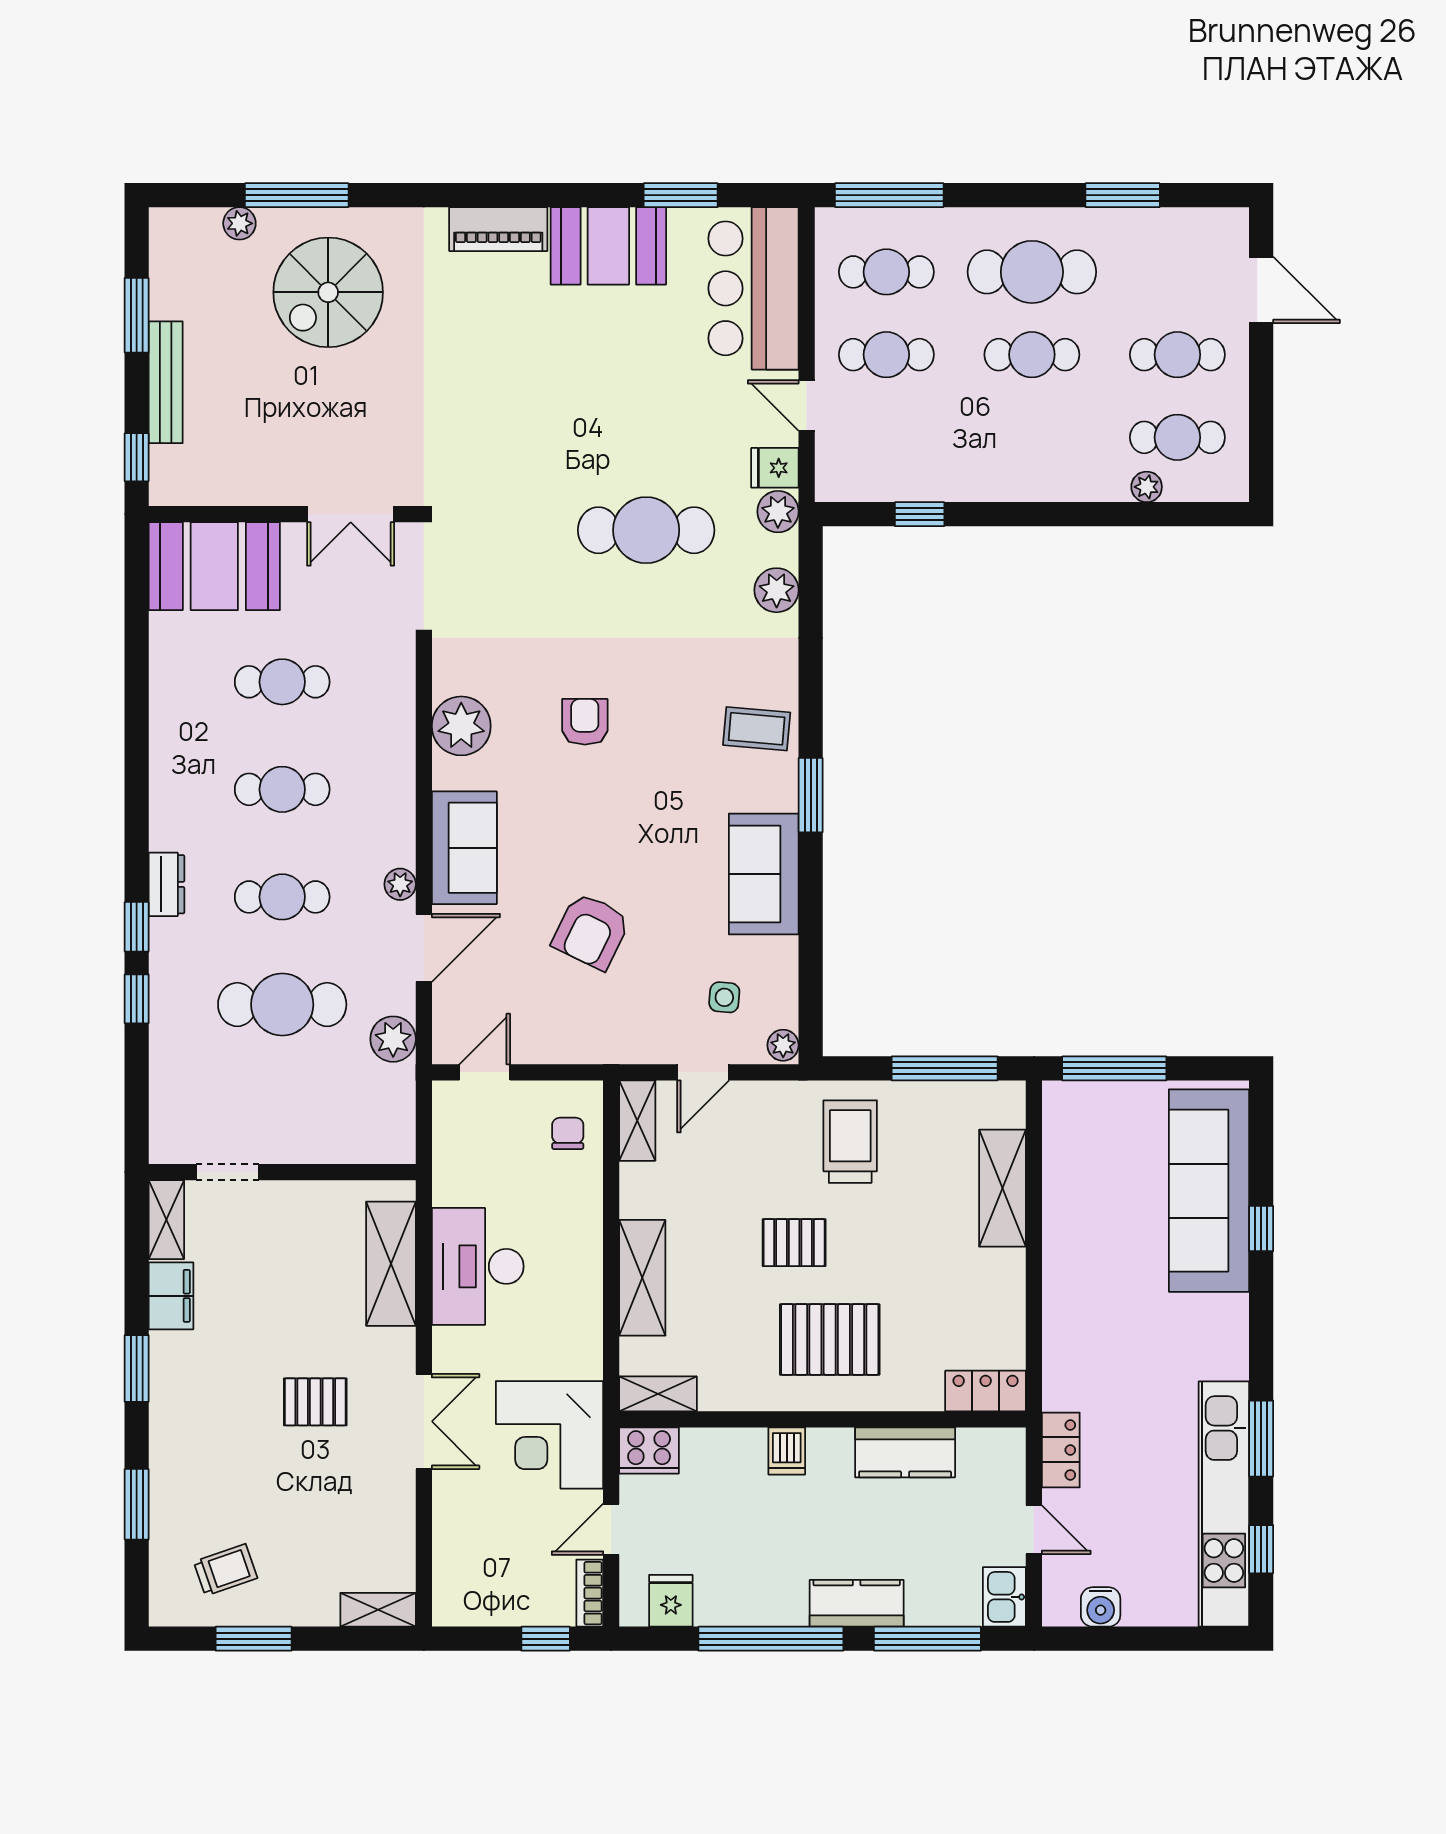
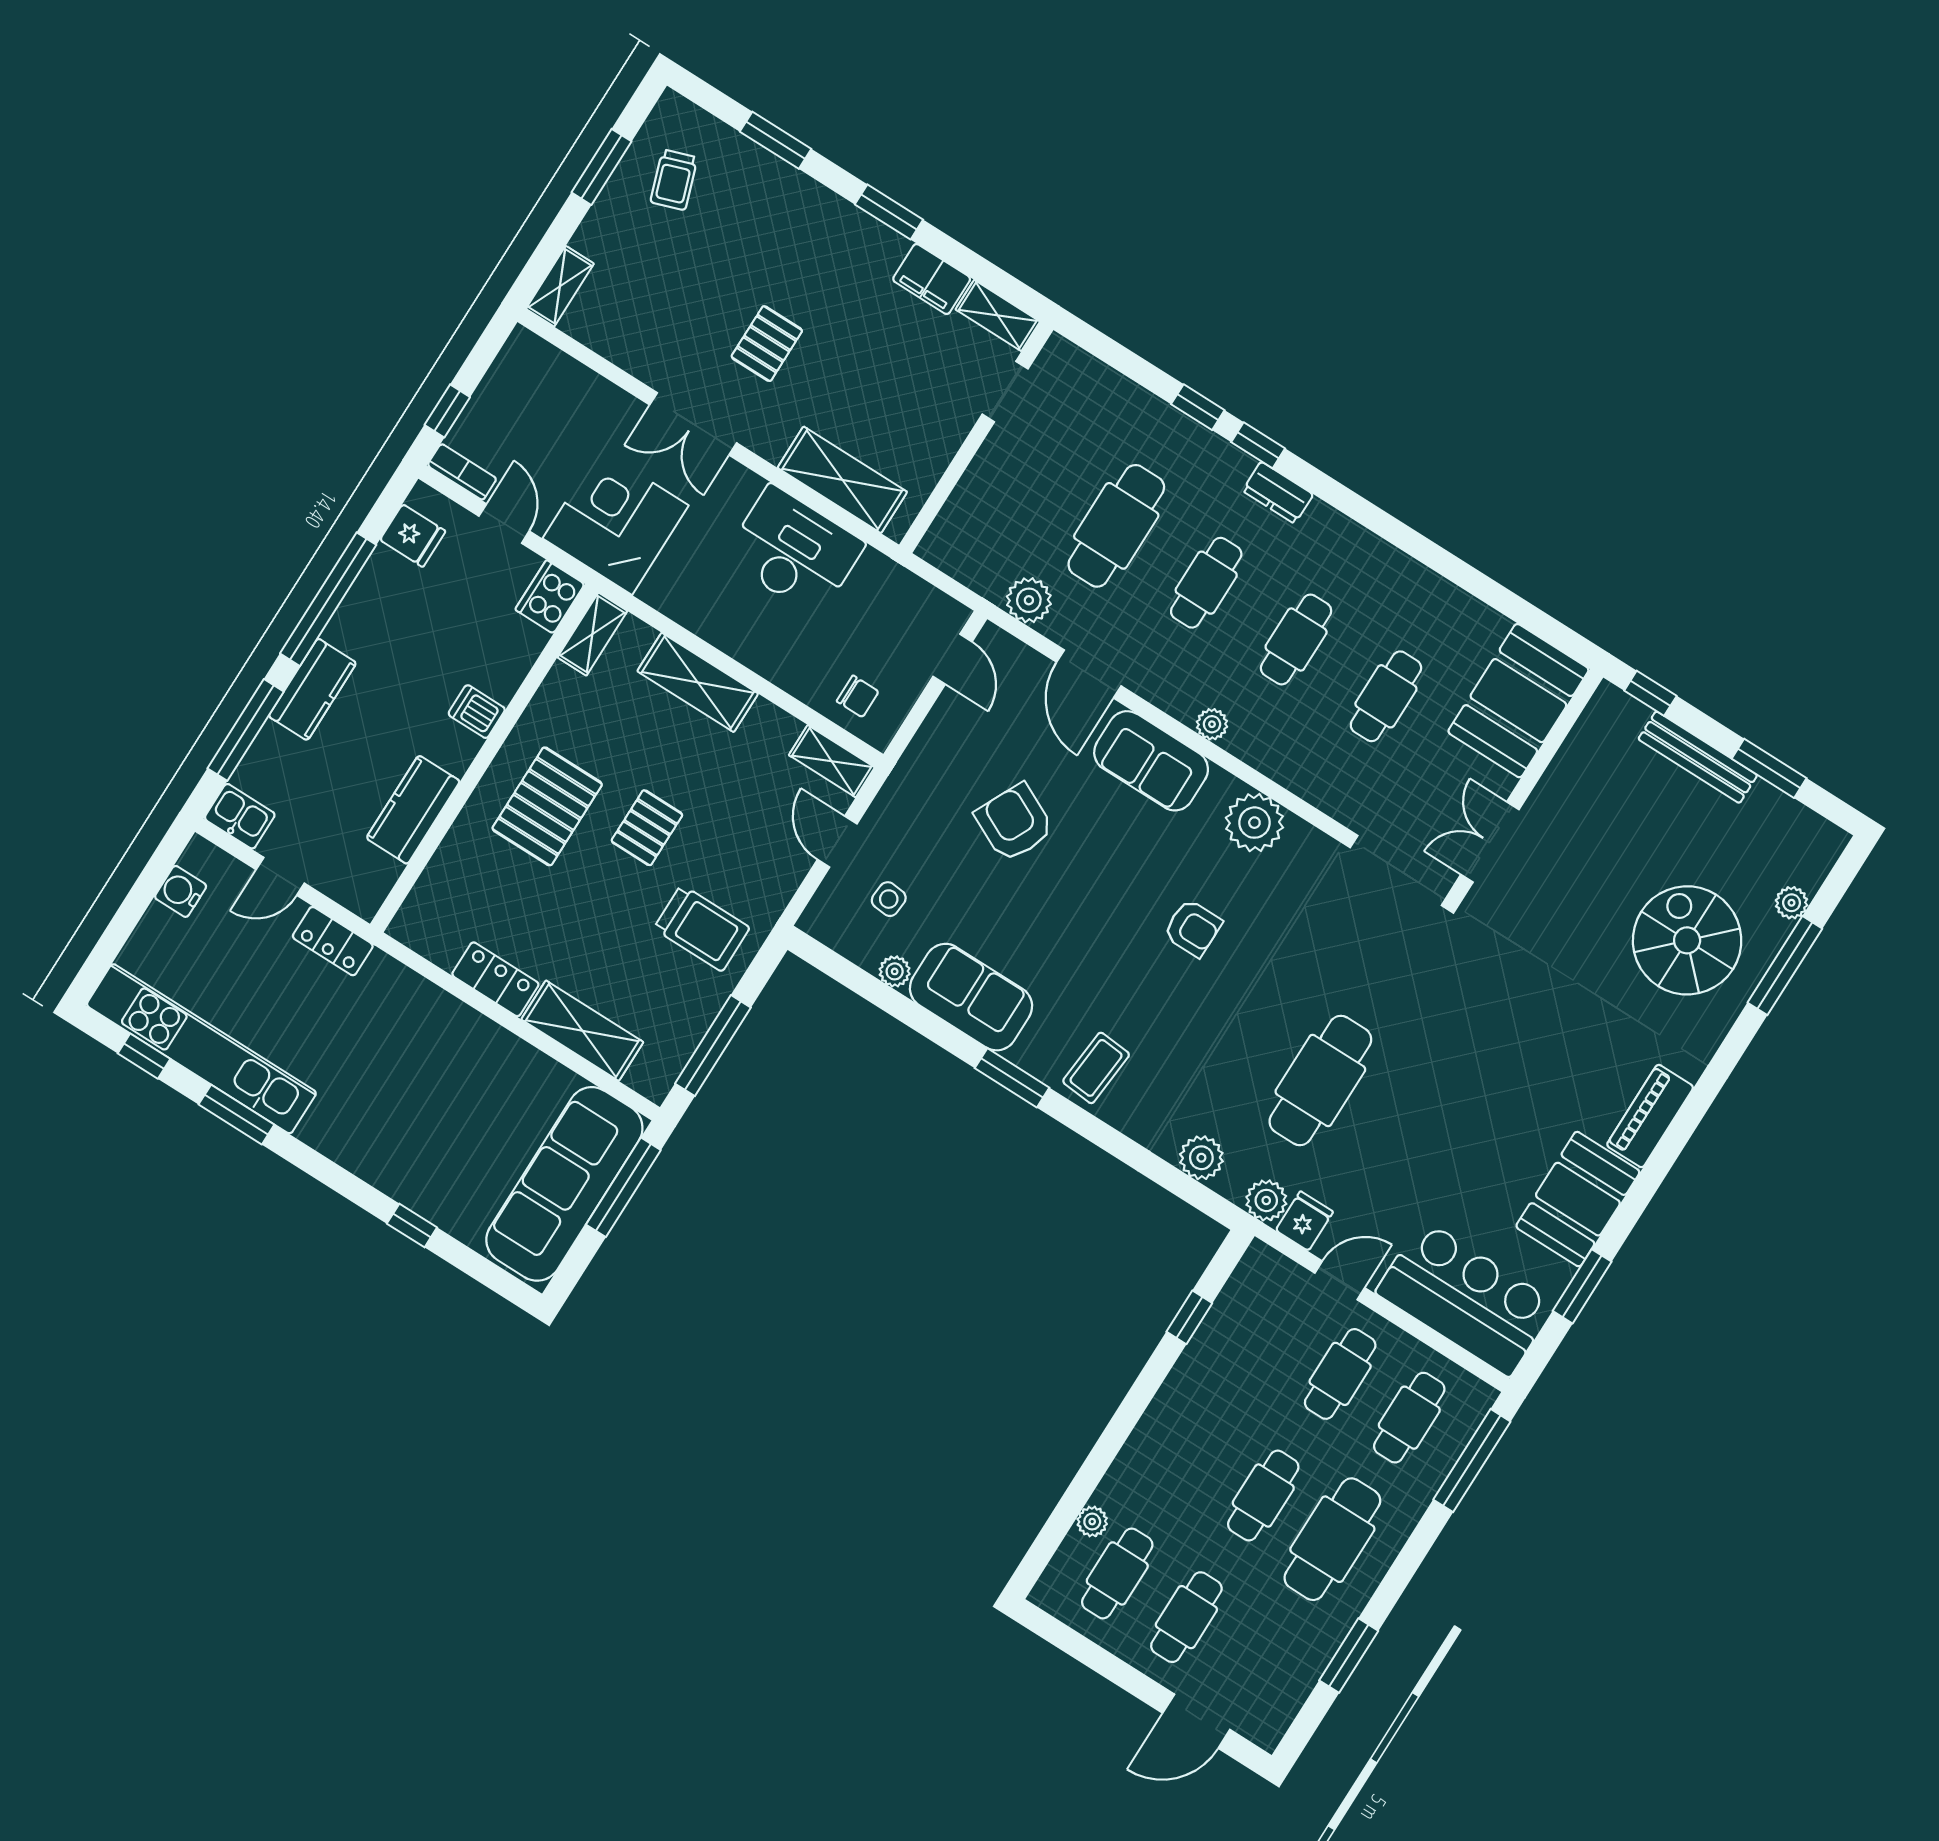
plant: (400, 884) -> (1212, 724), moved
plant: (783, 1045) -> (895, 971), moved
sofa: (1209, 1191) -> (564, 1184), moved, turned -90
locker: (986, 1391) -> (495, 979), moved, turned -90

